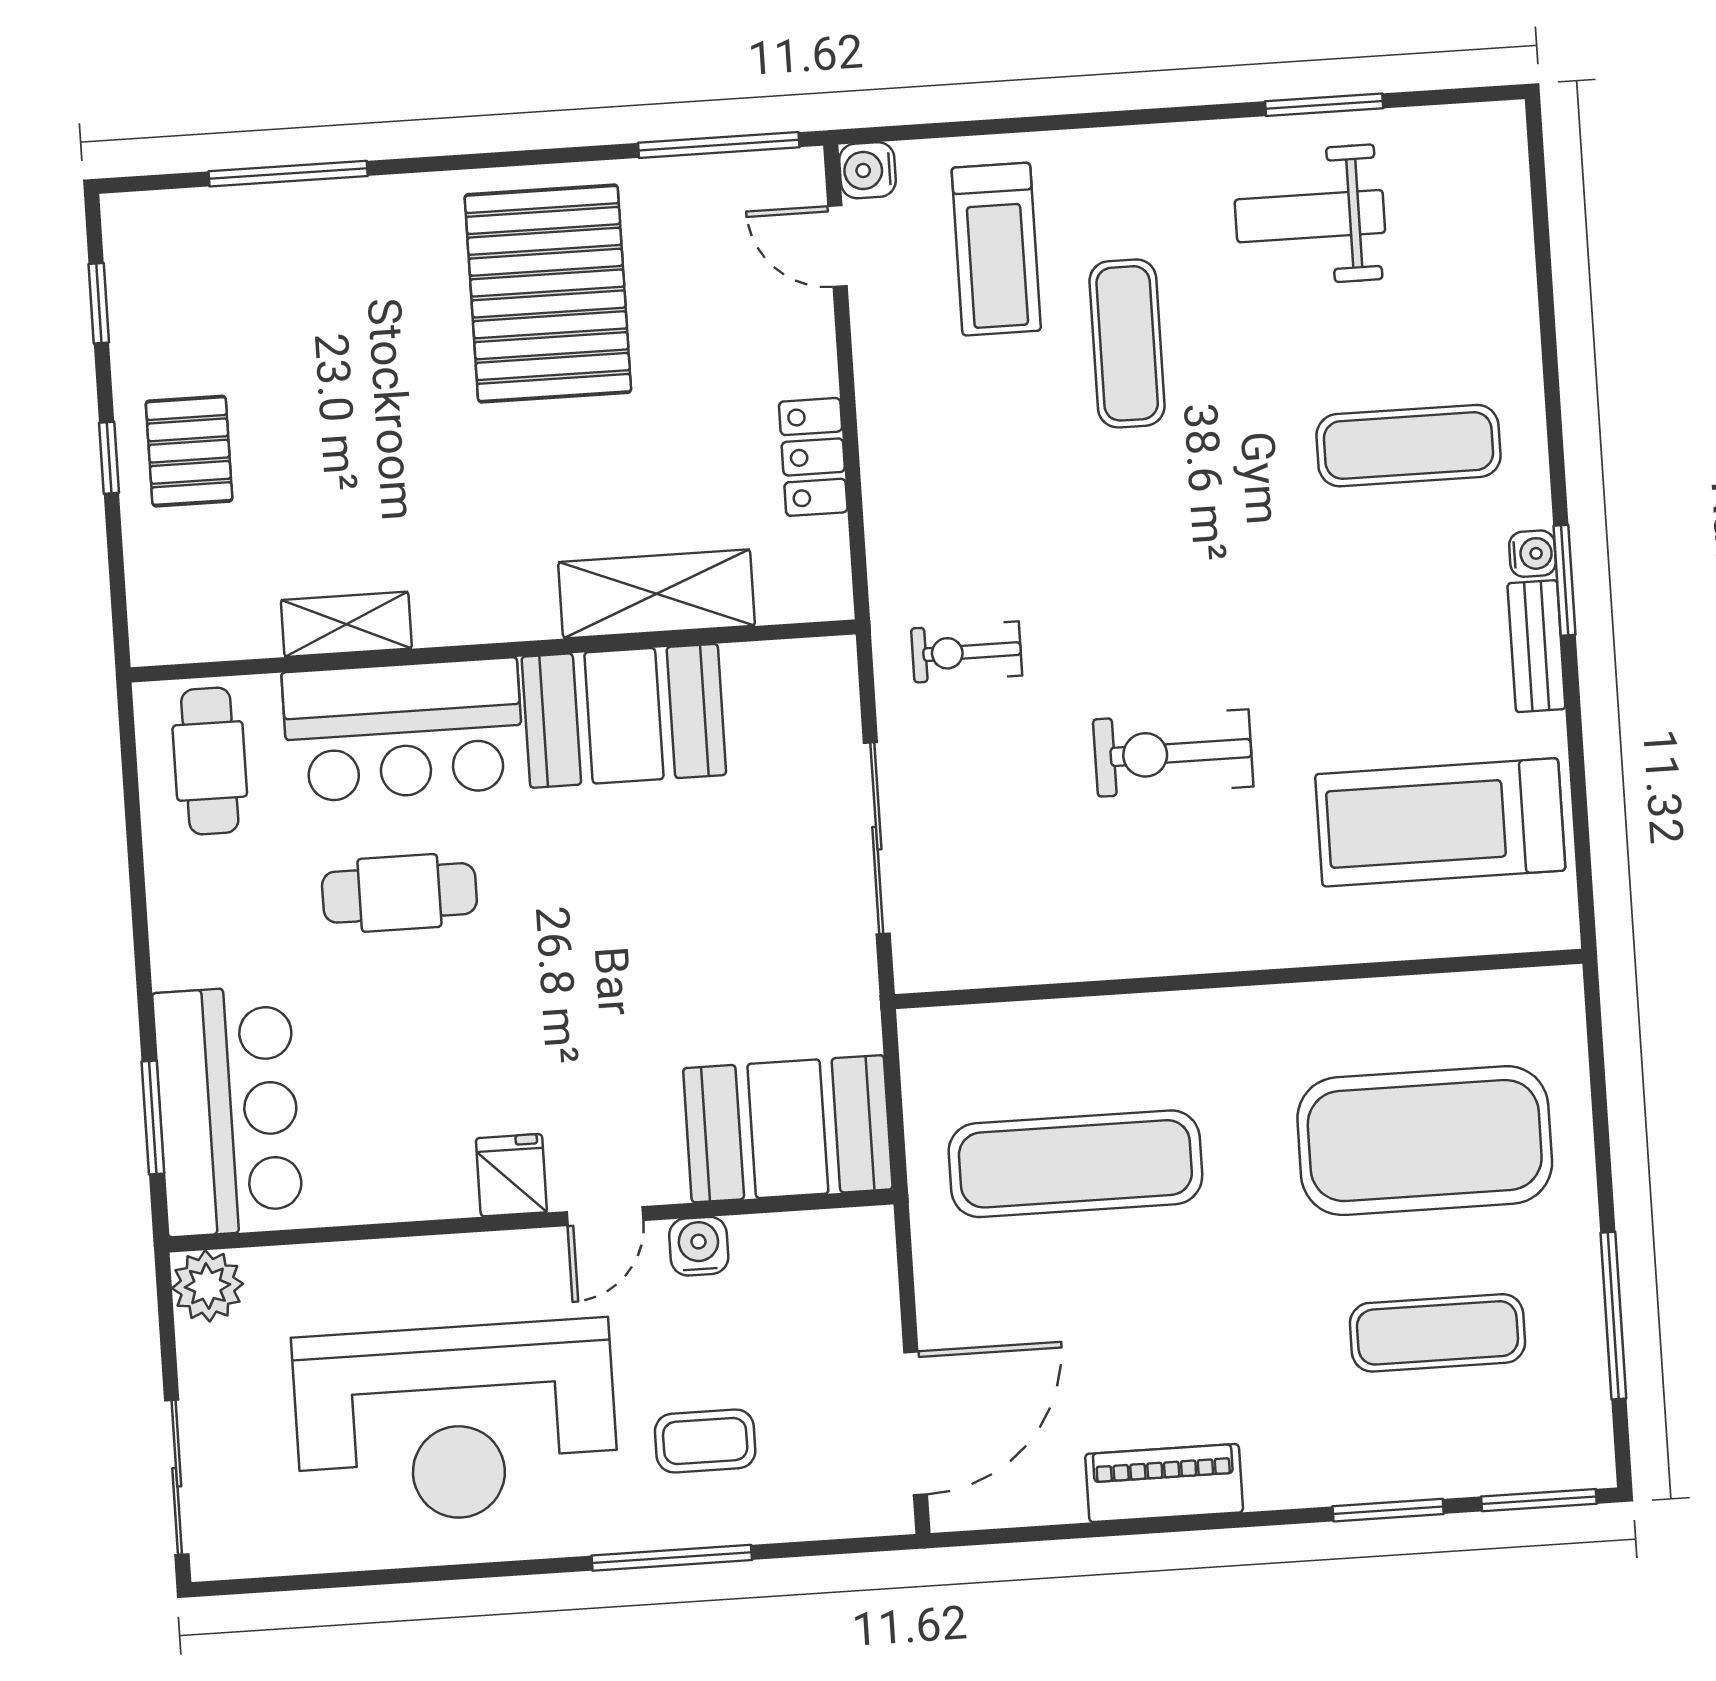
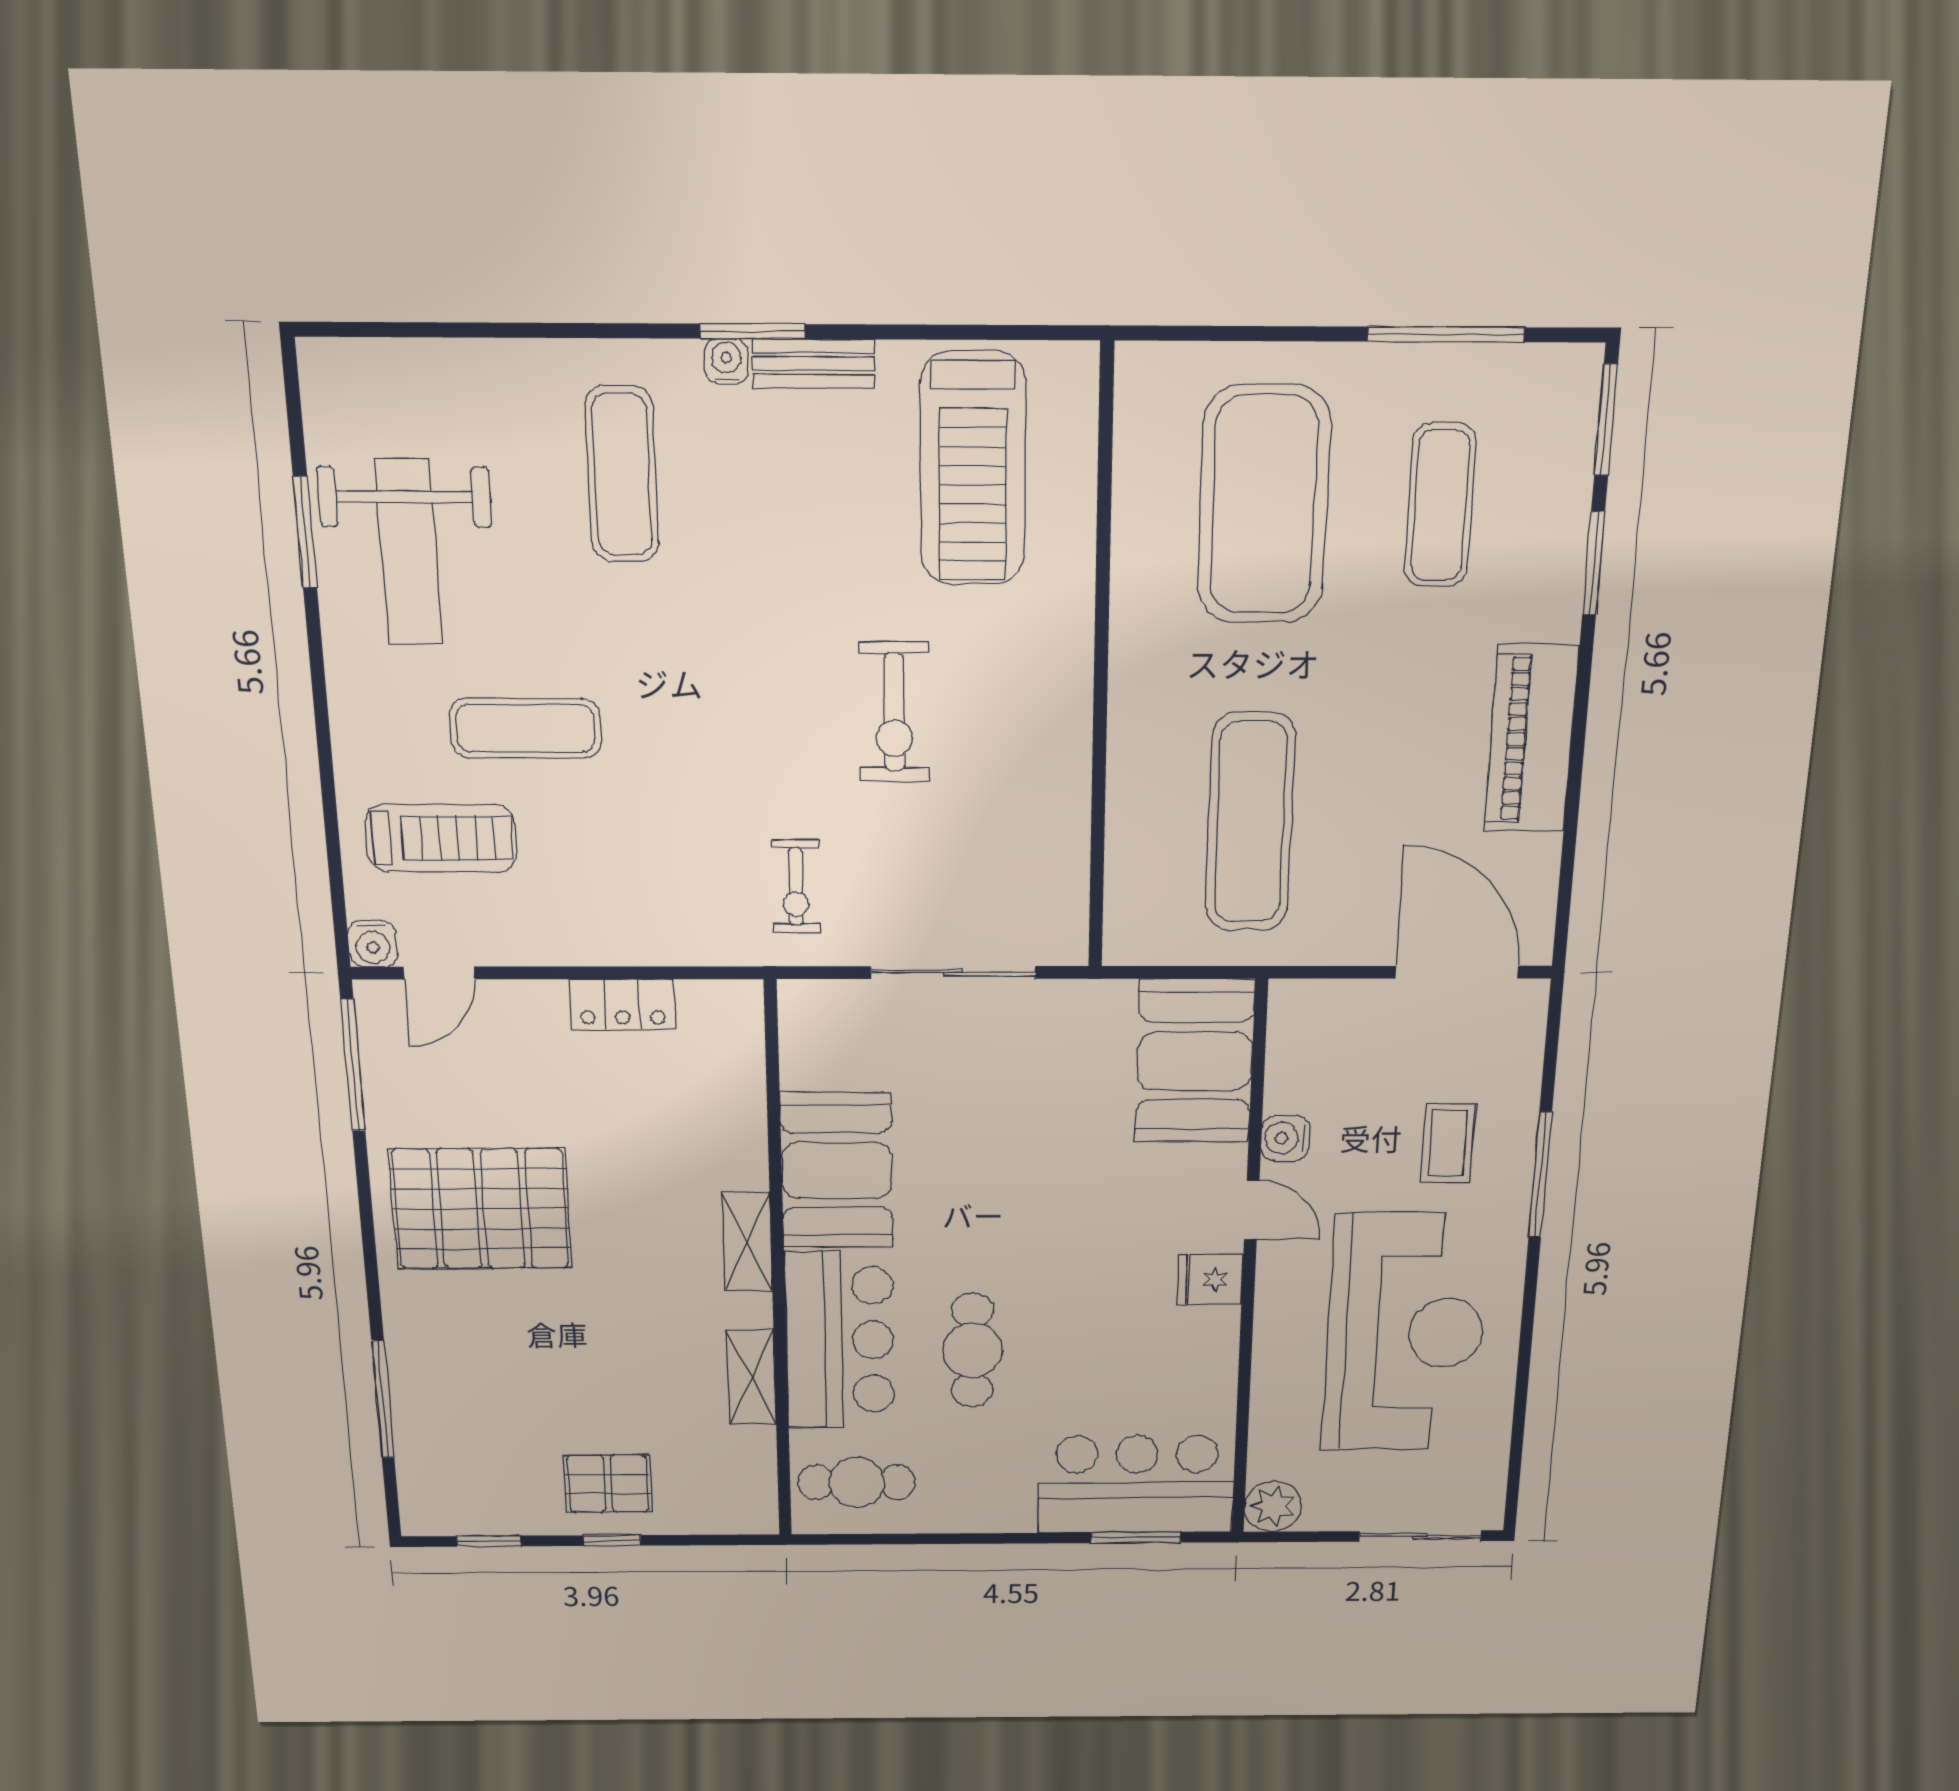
weight bench: (1310, 216) -> (409, 553), width x1.36, depth x1.33
shelving: (657, 594) -> (747, 1242), moved, width x0.67, depth x0.75
piano: (1164, 1483) -> (1531, 739), width x1.37, depth x1.33

